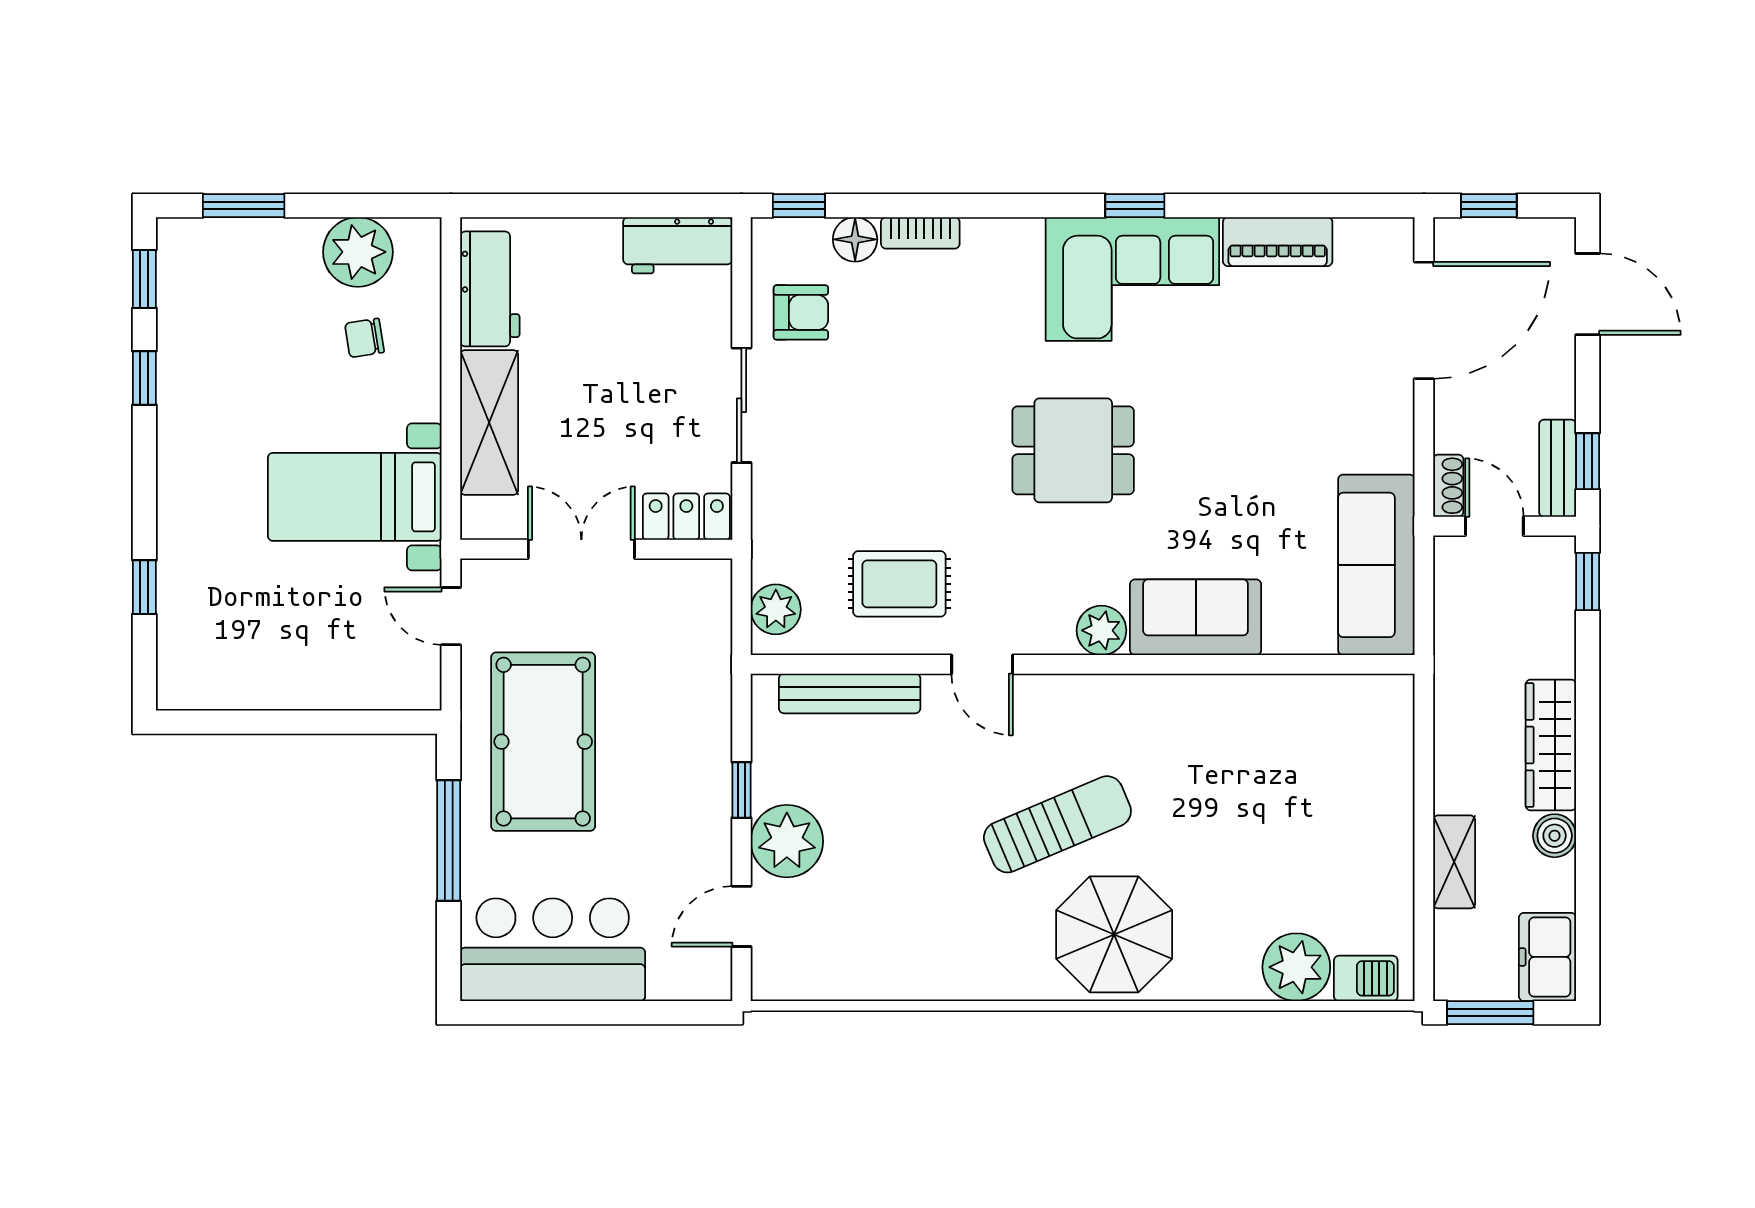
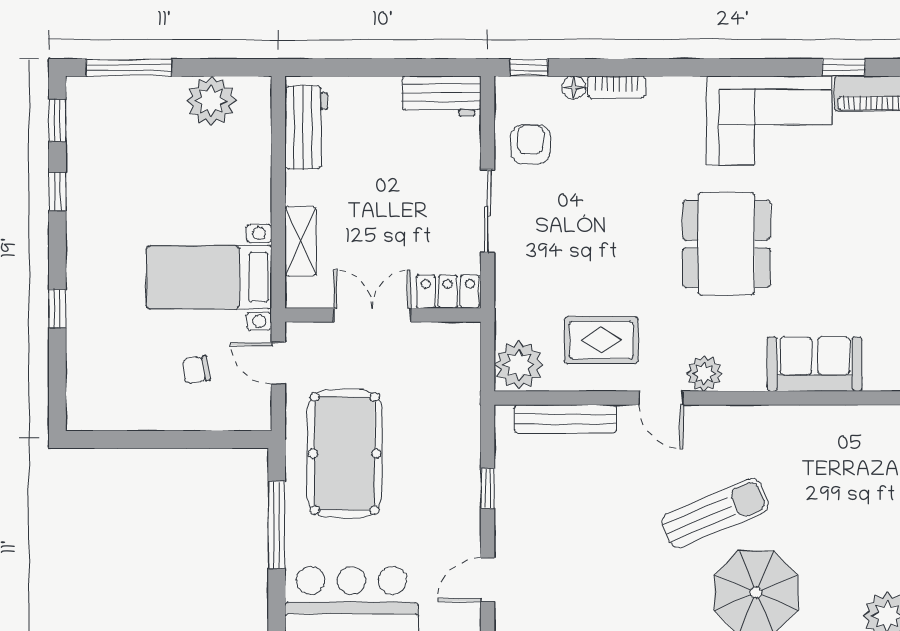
window: (244, 206) -> (129, 67), width x1.44
window: (1135, 206) -> (844, 67), moved
floor lamp: (855, 239) -> (574, 87), width x0.73, depth x0.73
armchair: (801, 312) -> (530, 144), turned -90
chair: (364, 338) -> (196, 370), moved
shelving: (489, 422) -> (301, 241), width x0.67, depth x0.75
dining table: (1073, 450) -> (726, 244), width x1.38
window: (144, 587) -> (57, 309), moved
plant: (776, 609) -> (519, 365), width x1.36, depth x1.36
plant: (1101, 630) -> (704, 373), moved
plant: (787, 841) -> (520, 525), removed

